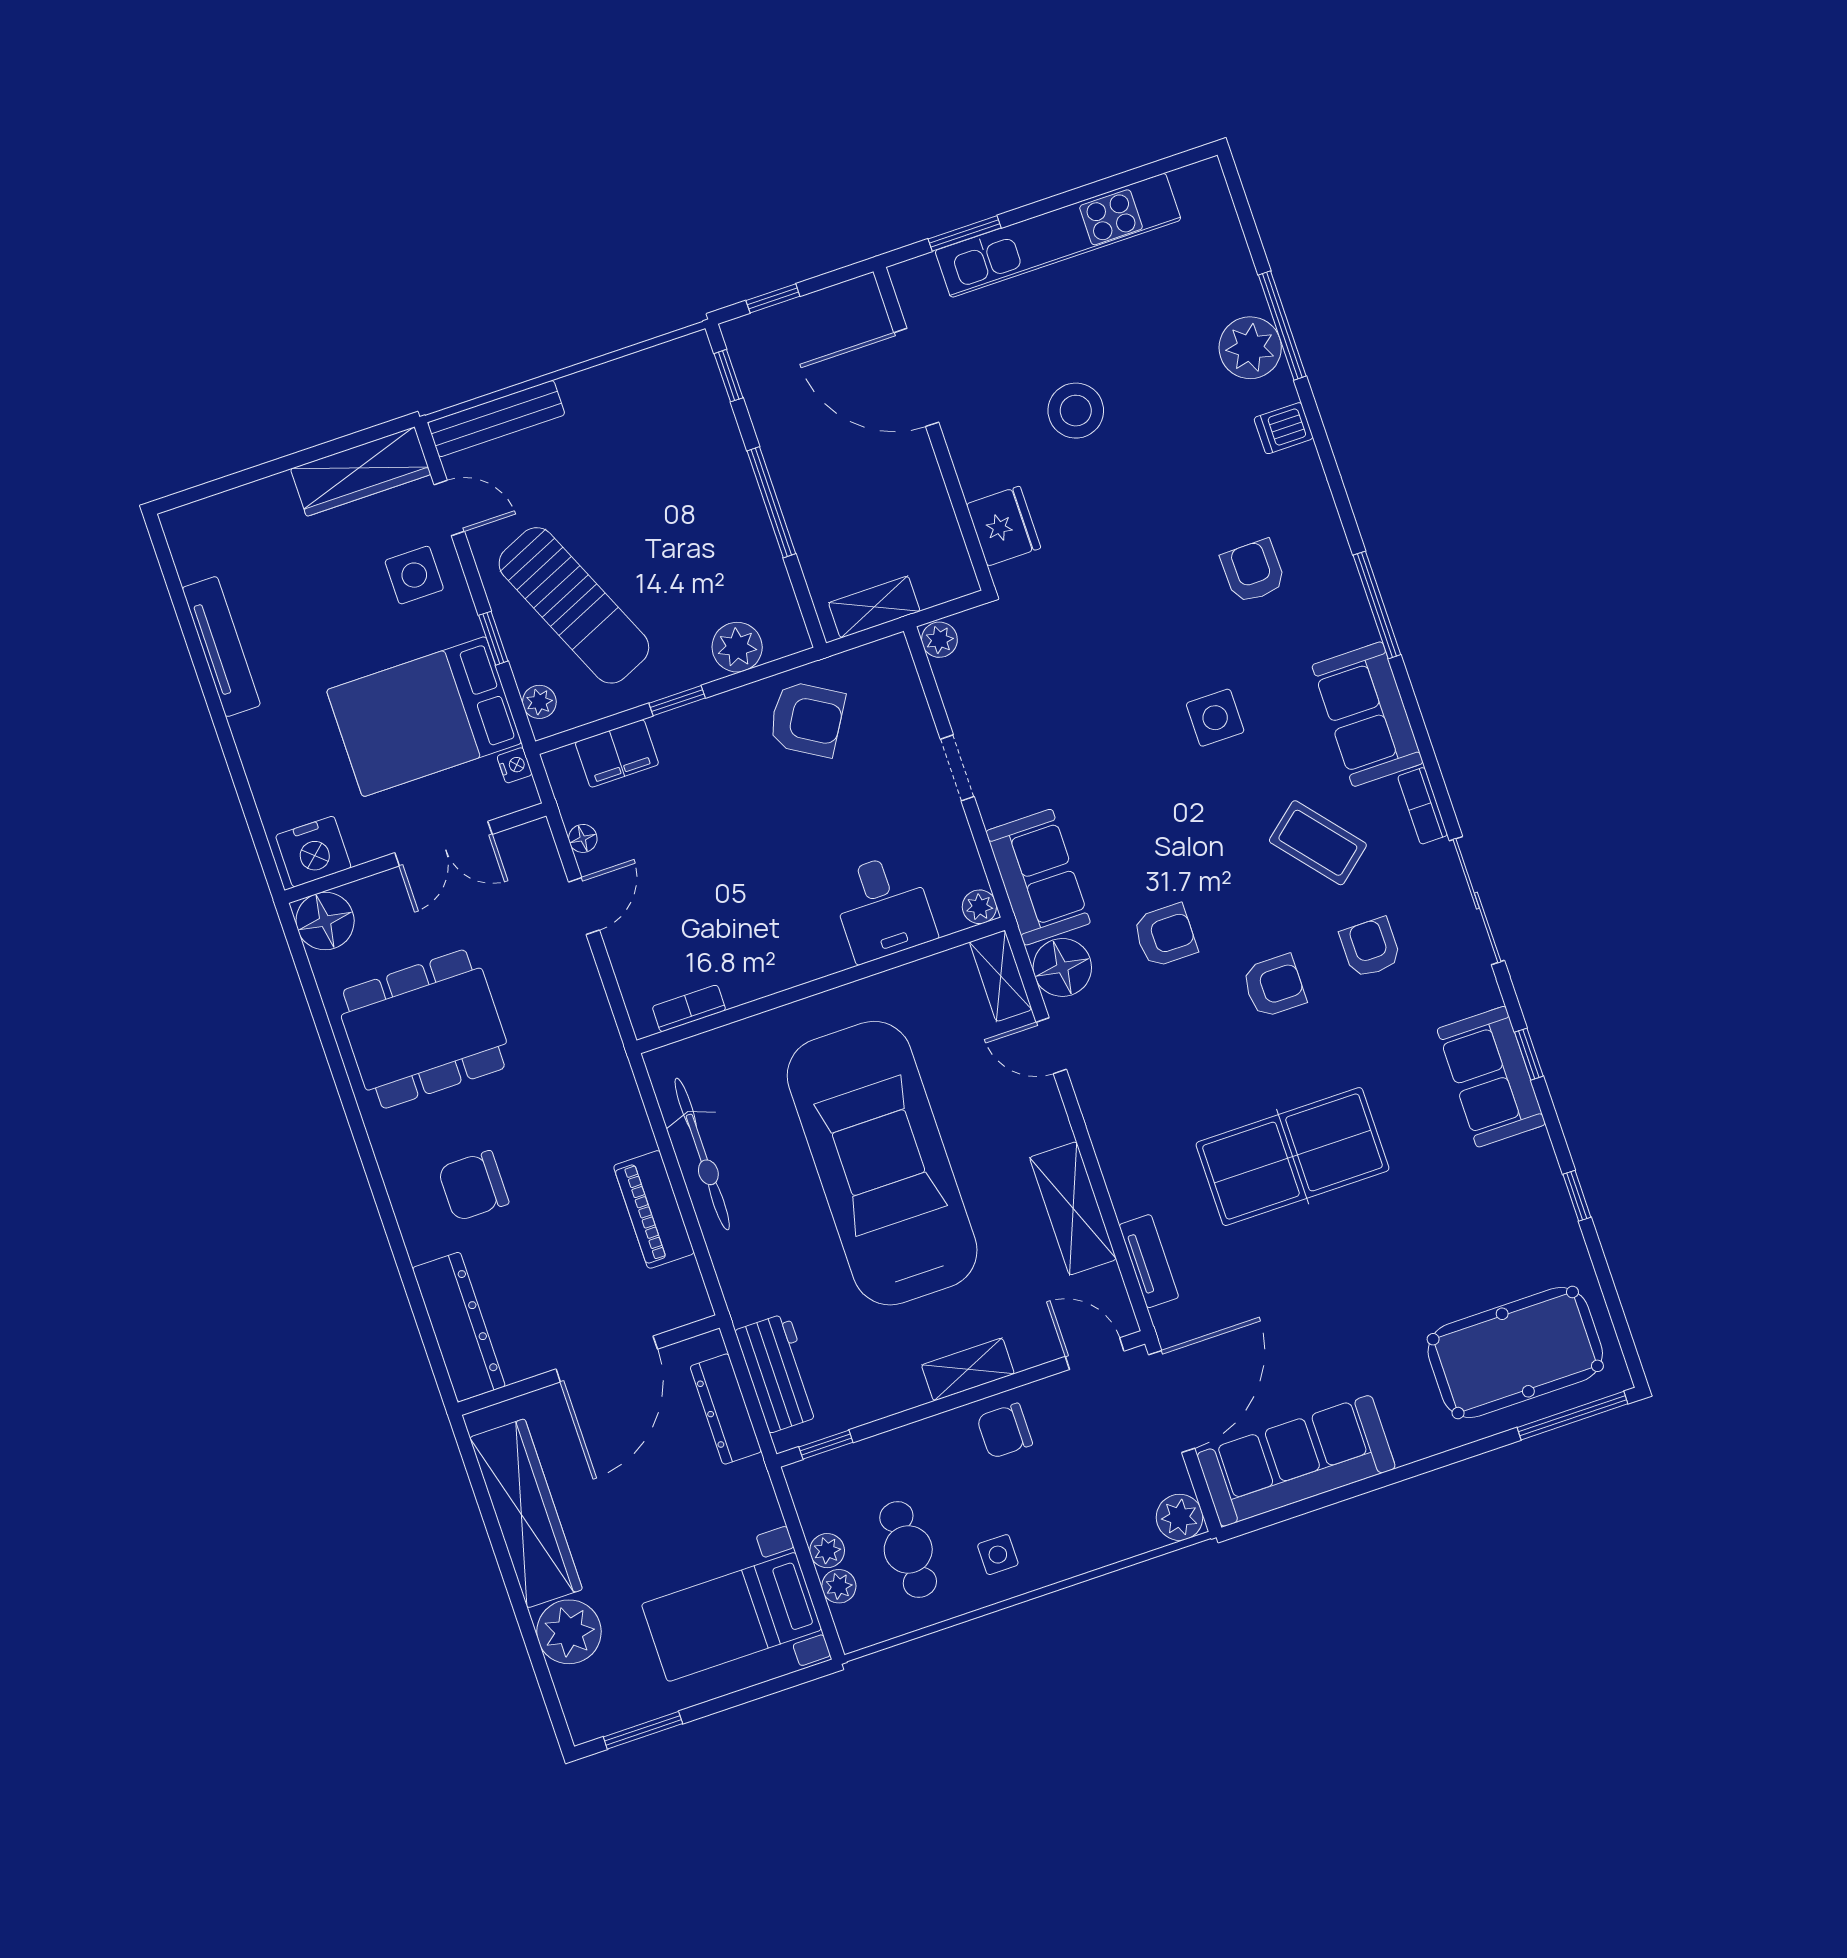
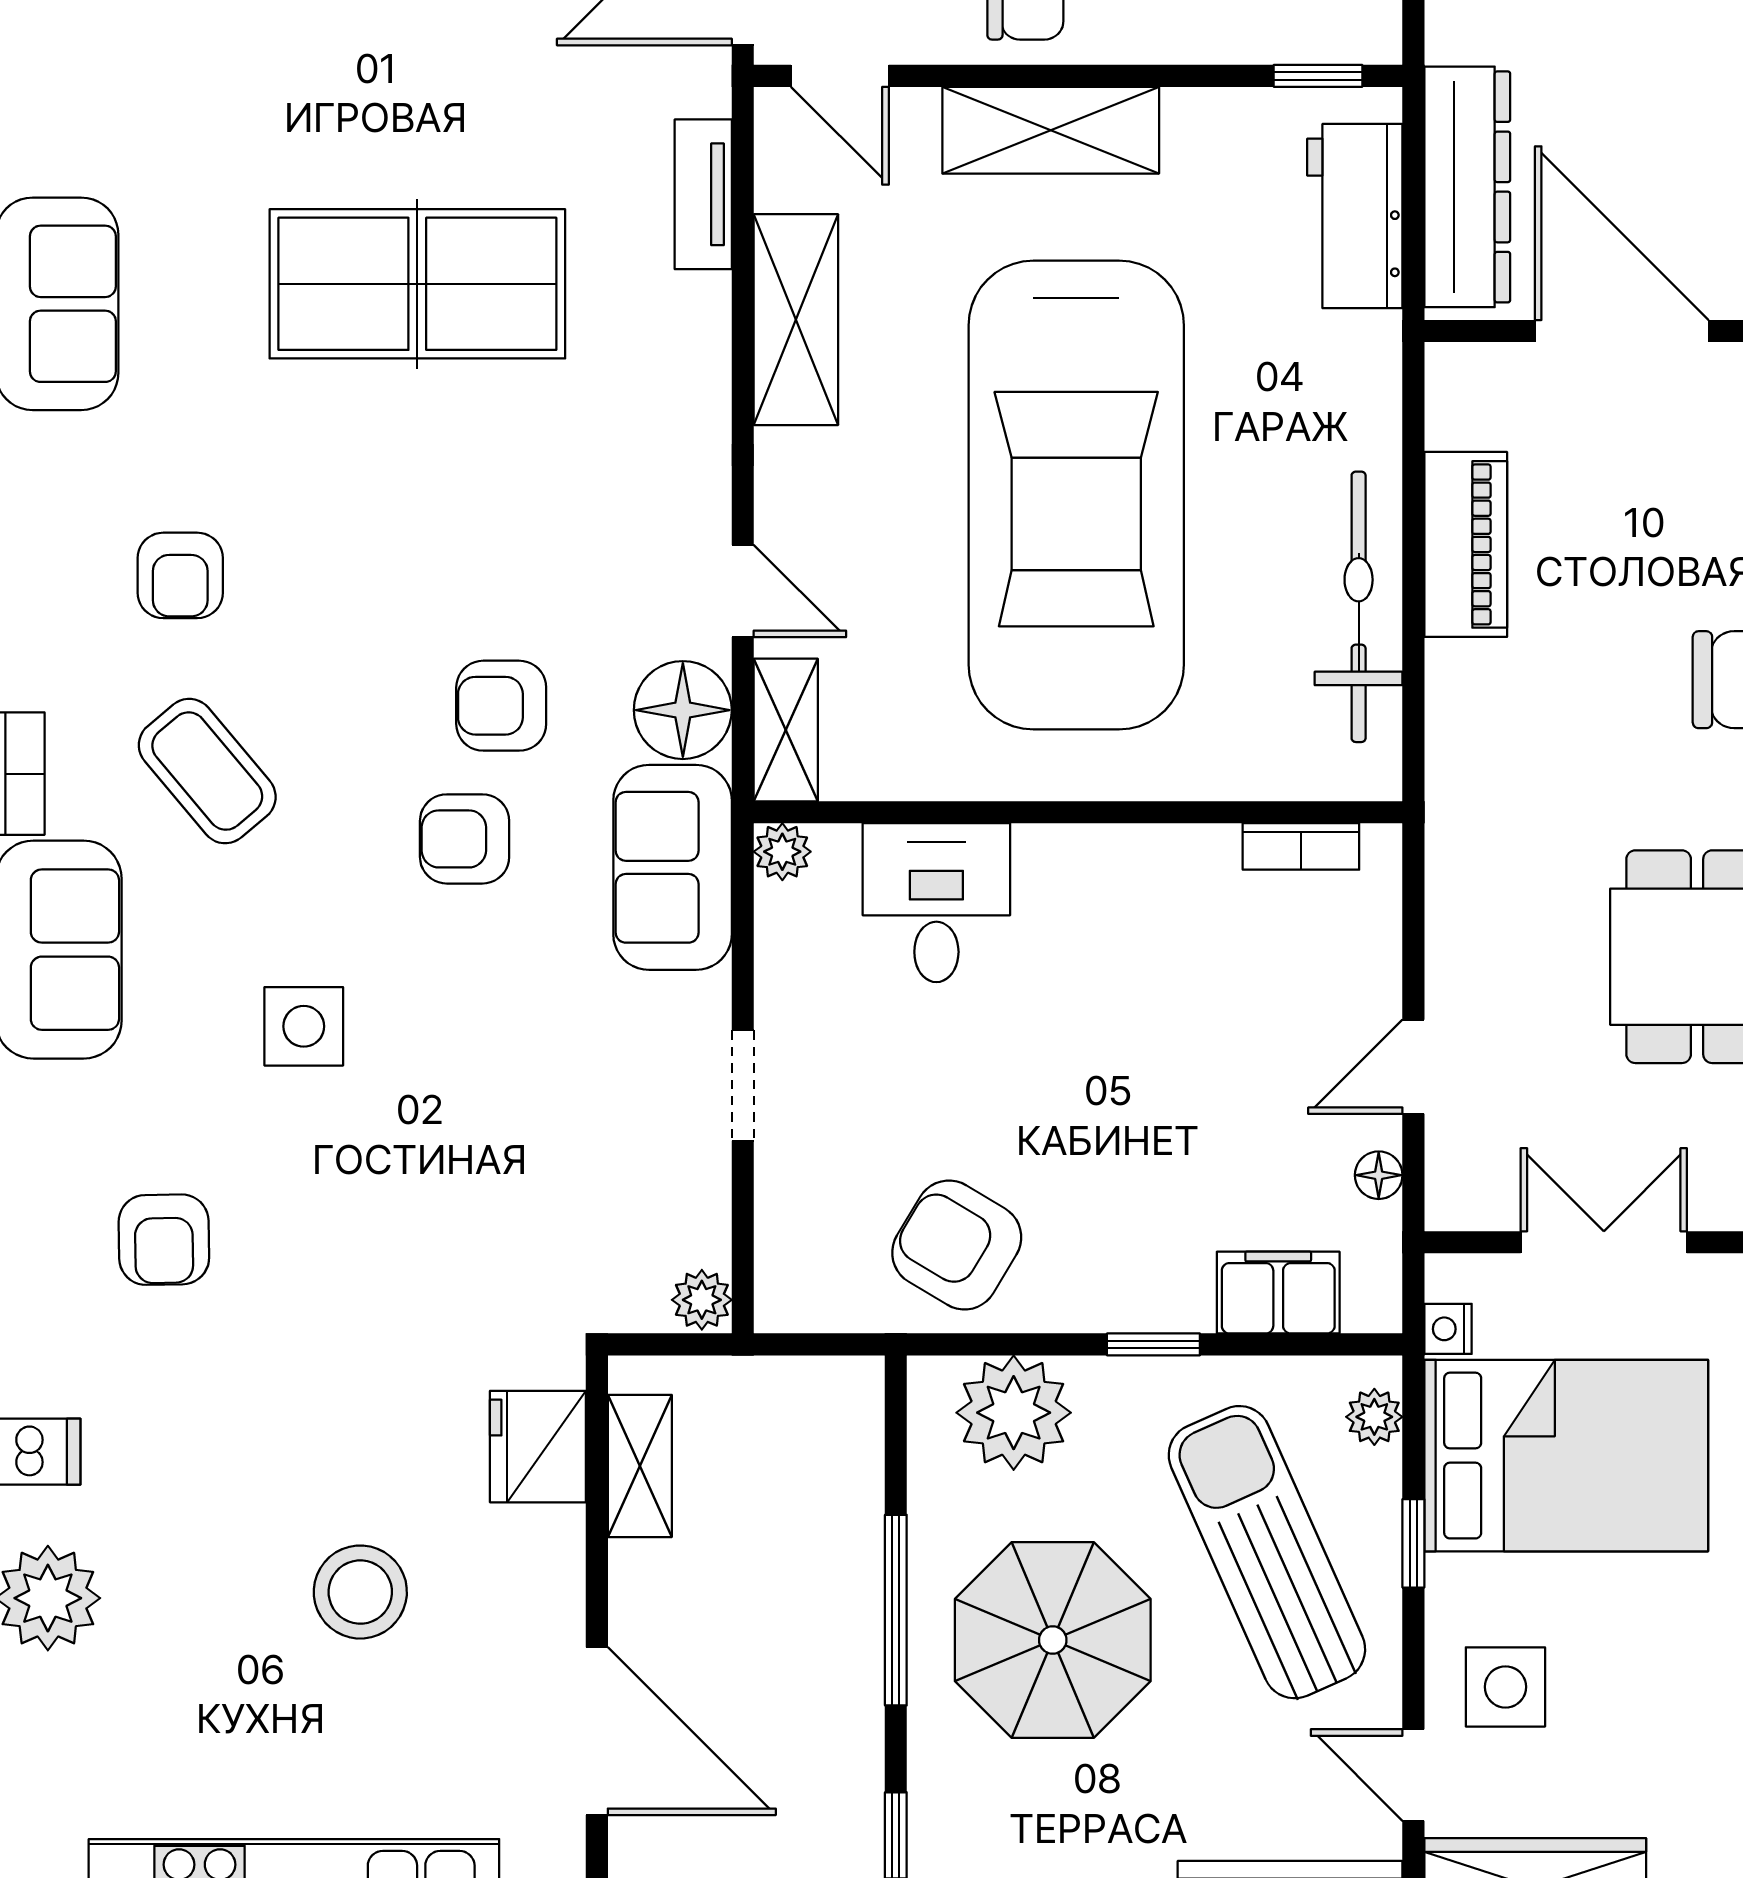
parasol: (678, 515) -> (1053, 1640), added
shelving: (874, 607) -> (640, 1466), moved, turned 90
plant: (737, 647) -> (1014, 1413), width x1.36, depth x1.36
armchair: (1274, 986) -> (465, 839), moved
door: (607, 1359) -> (1622, 331), hinge flipped
shelving: (968, 1369) -> (1051, 130), width x1.50, depth x1.33
dresser: (726, 1409) -> (1467, 187), width x1.37, depth x1.24

